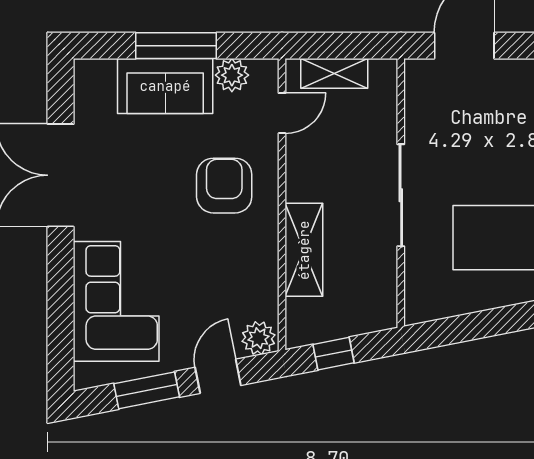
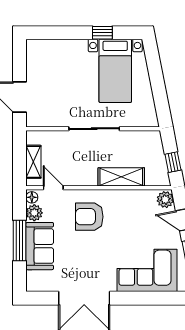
floor lamp: (263, 70) -> (32, 197), added

